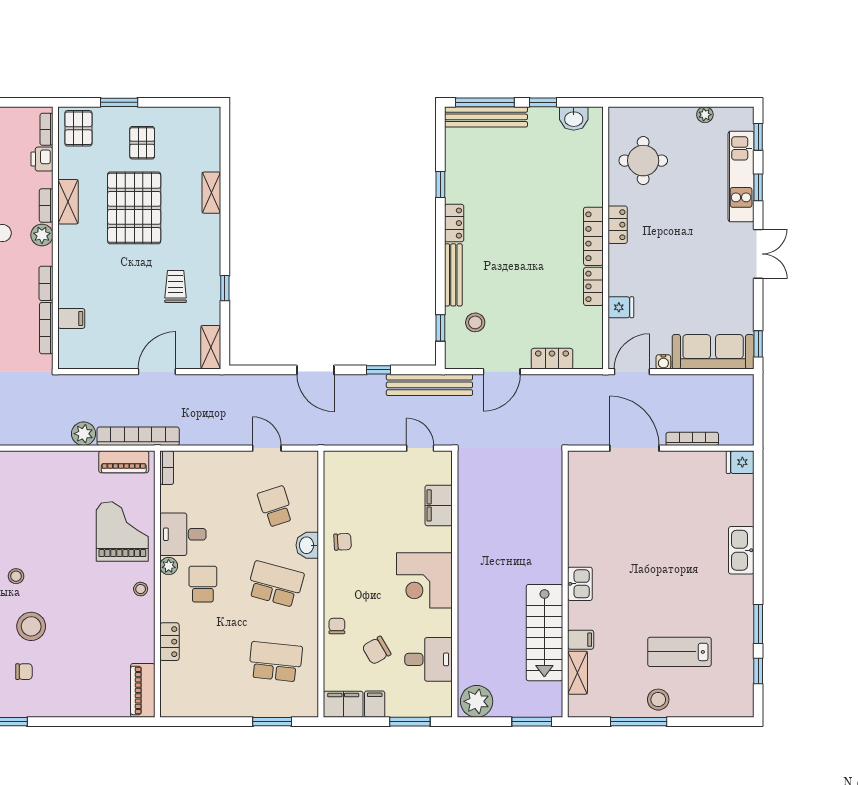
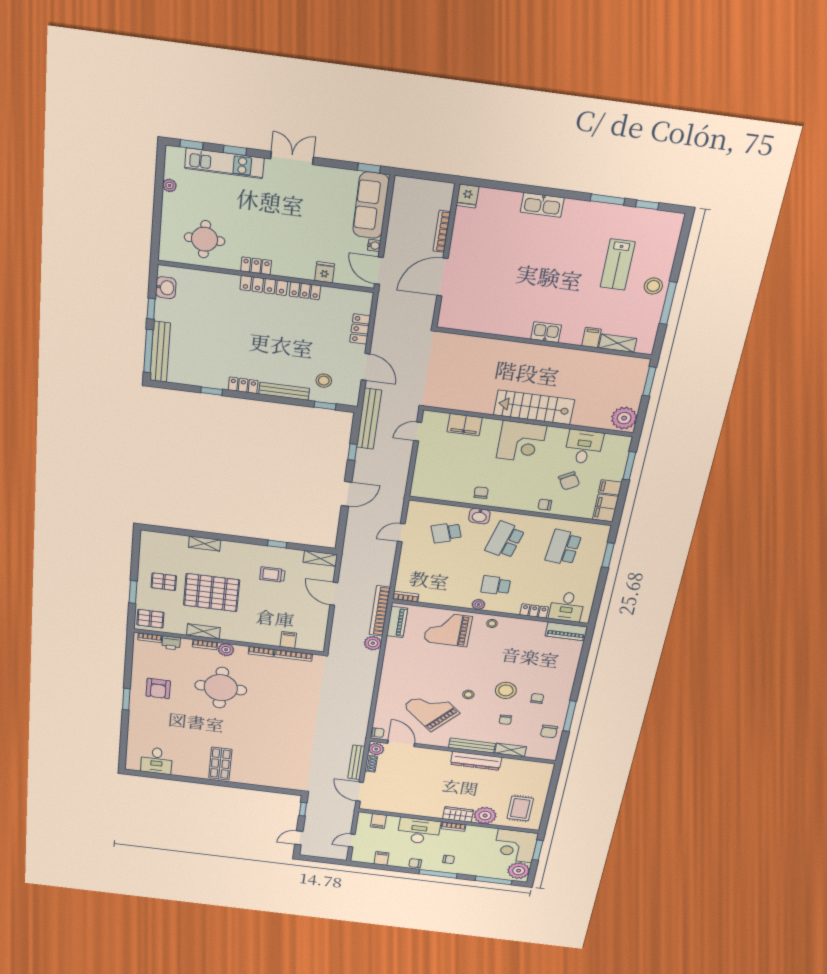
desk: (183, 534) -> (567, 607), moved
stairs: (544, 633) -> (534, 407), moved, turned 180

